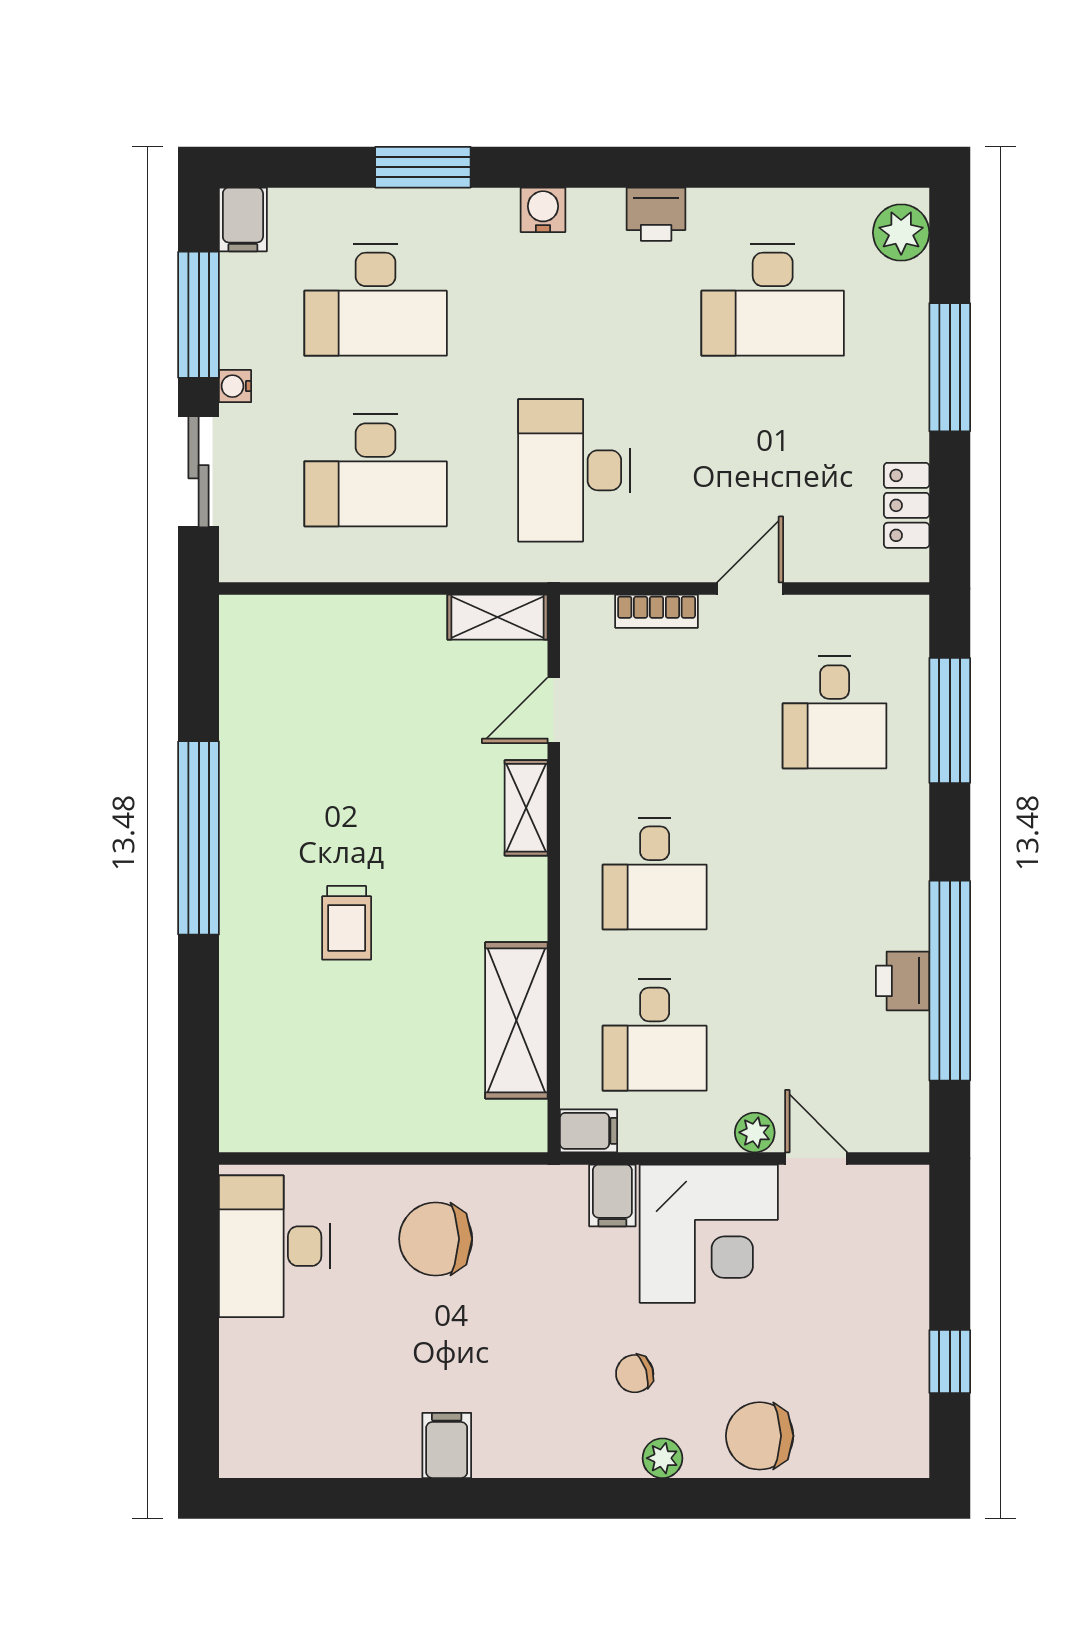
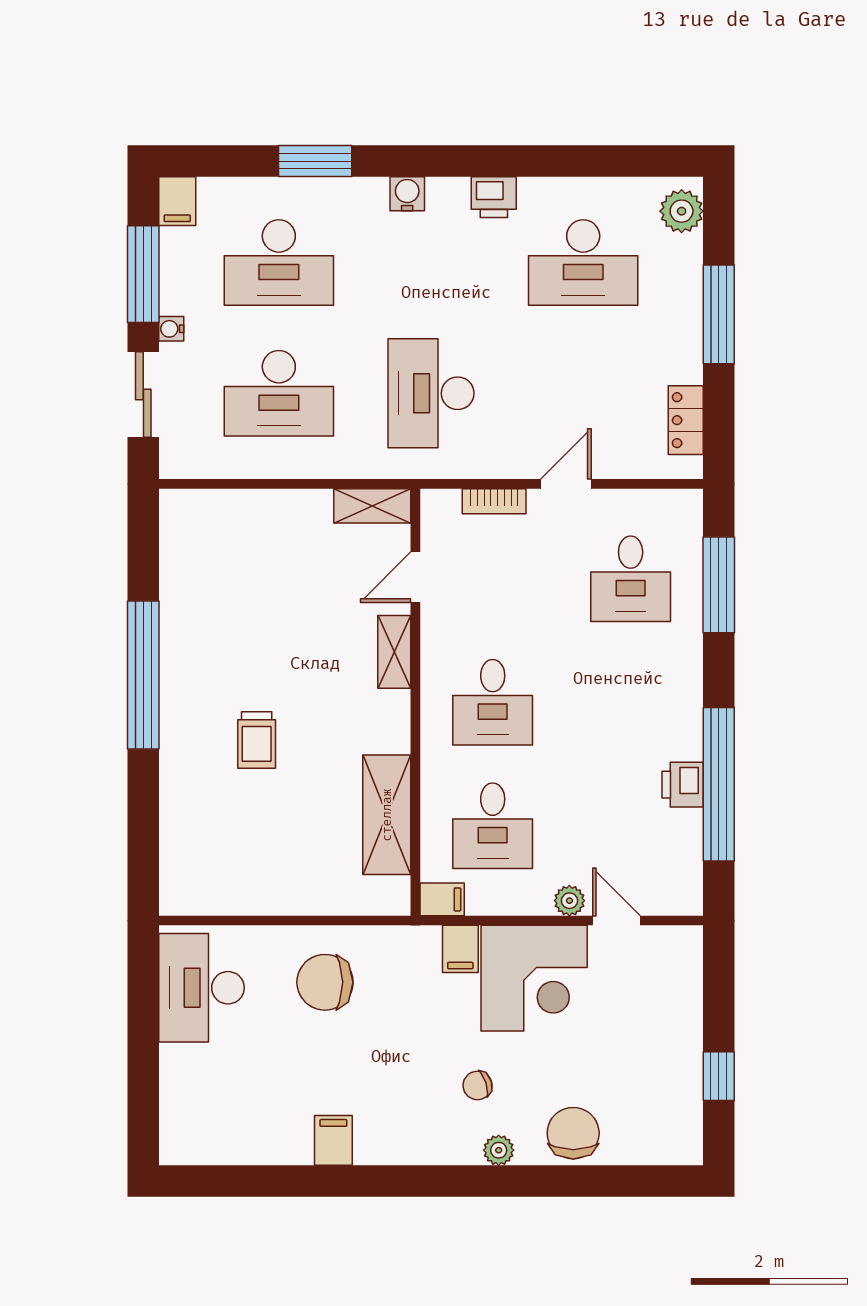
chair: (760, 1436) -> (573, 1133), turned 90

